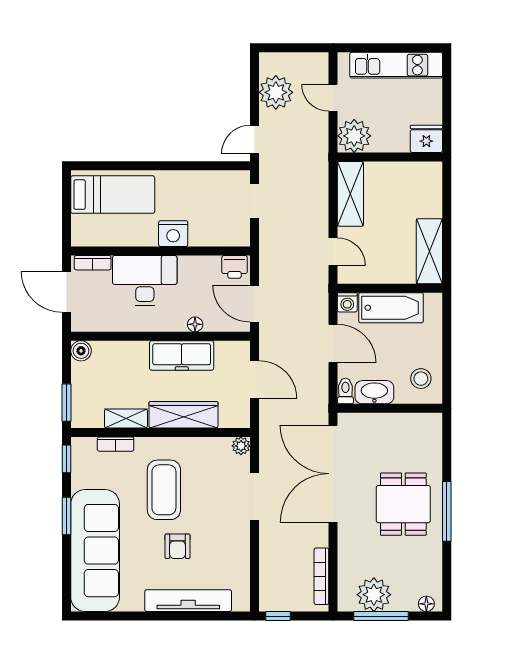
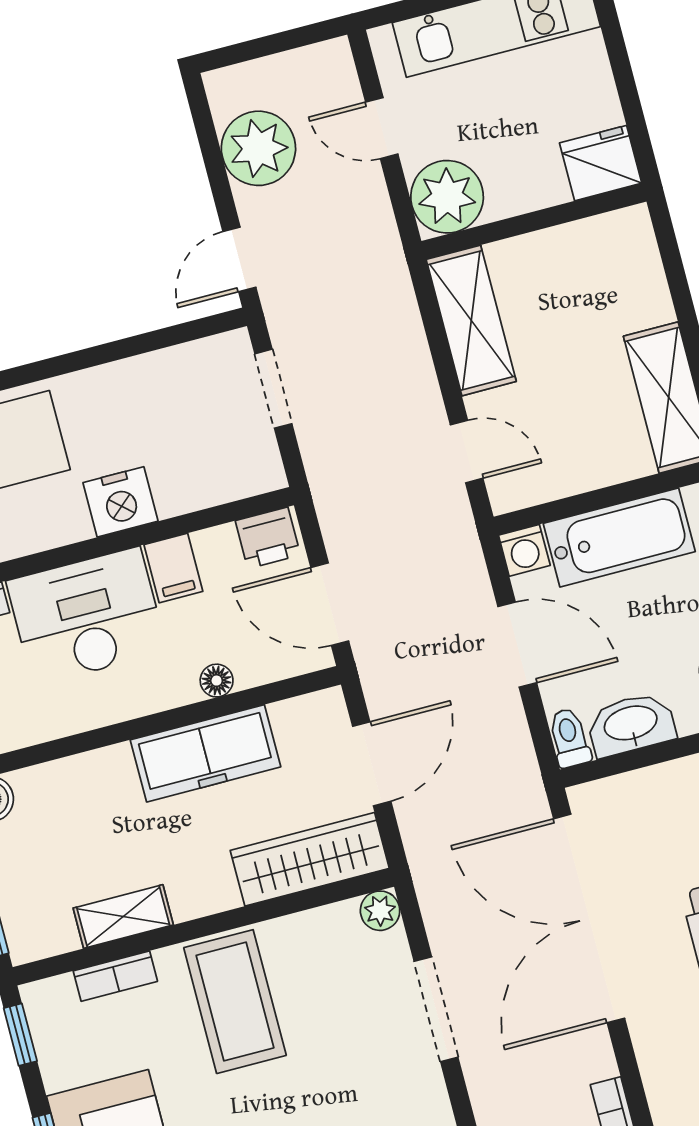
filing cabinet: (189, 269) -> (173, 568), added
door: (254, 380) -> (372, 764), hinge flipped
wardrobe: (183, 415) -> (310, 859), moved
coffee table: (164, 490) -> (235, 1002), moved

